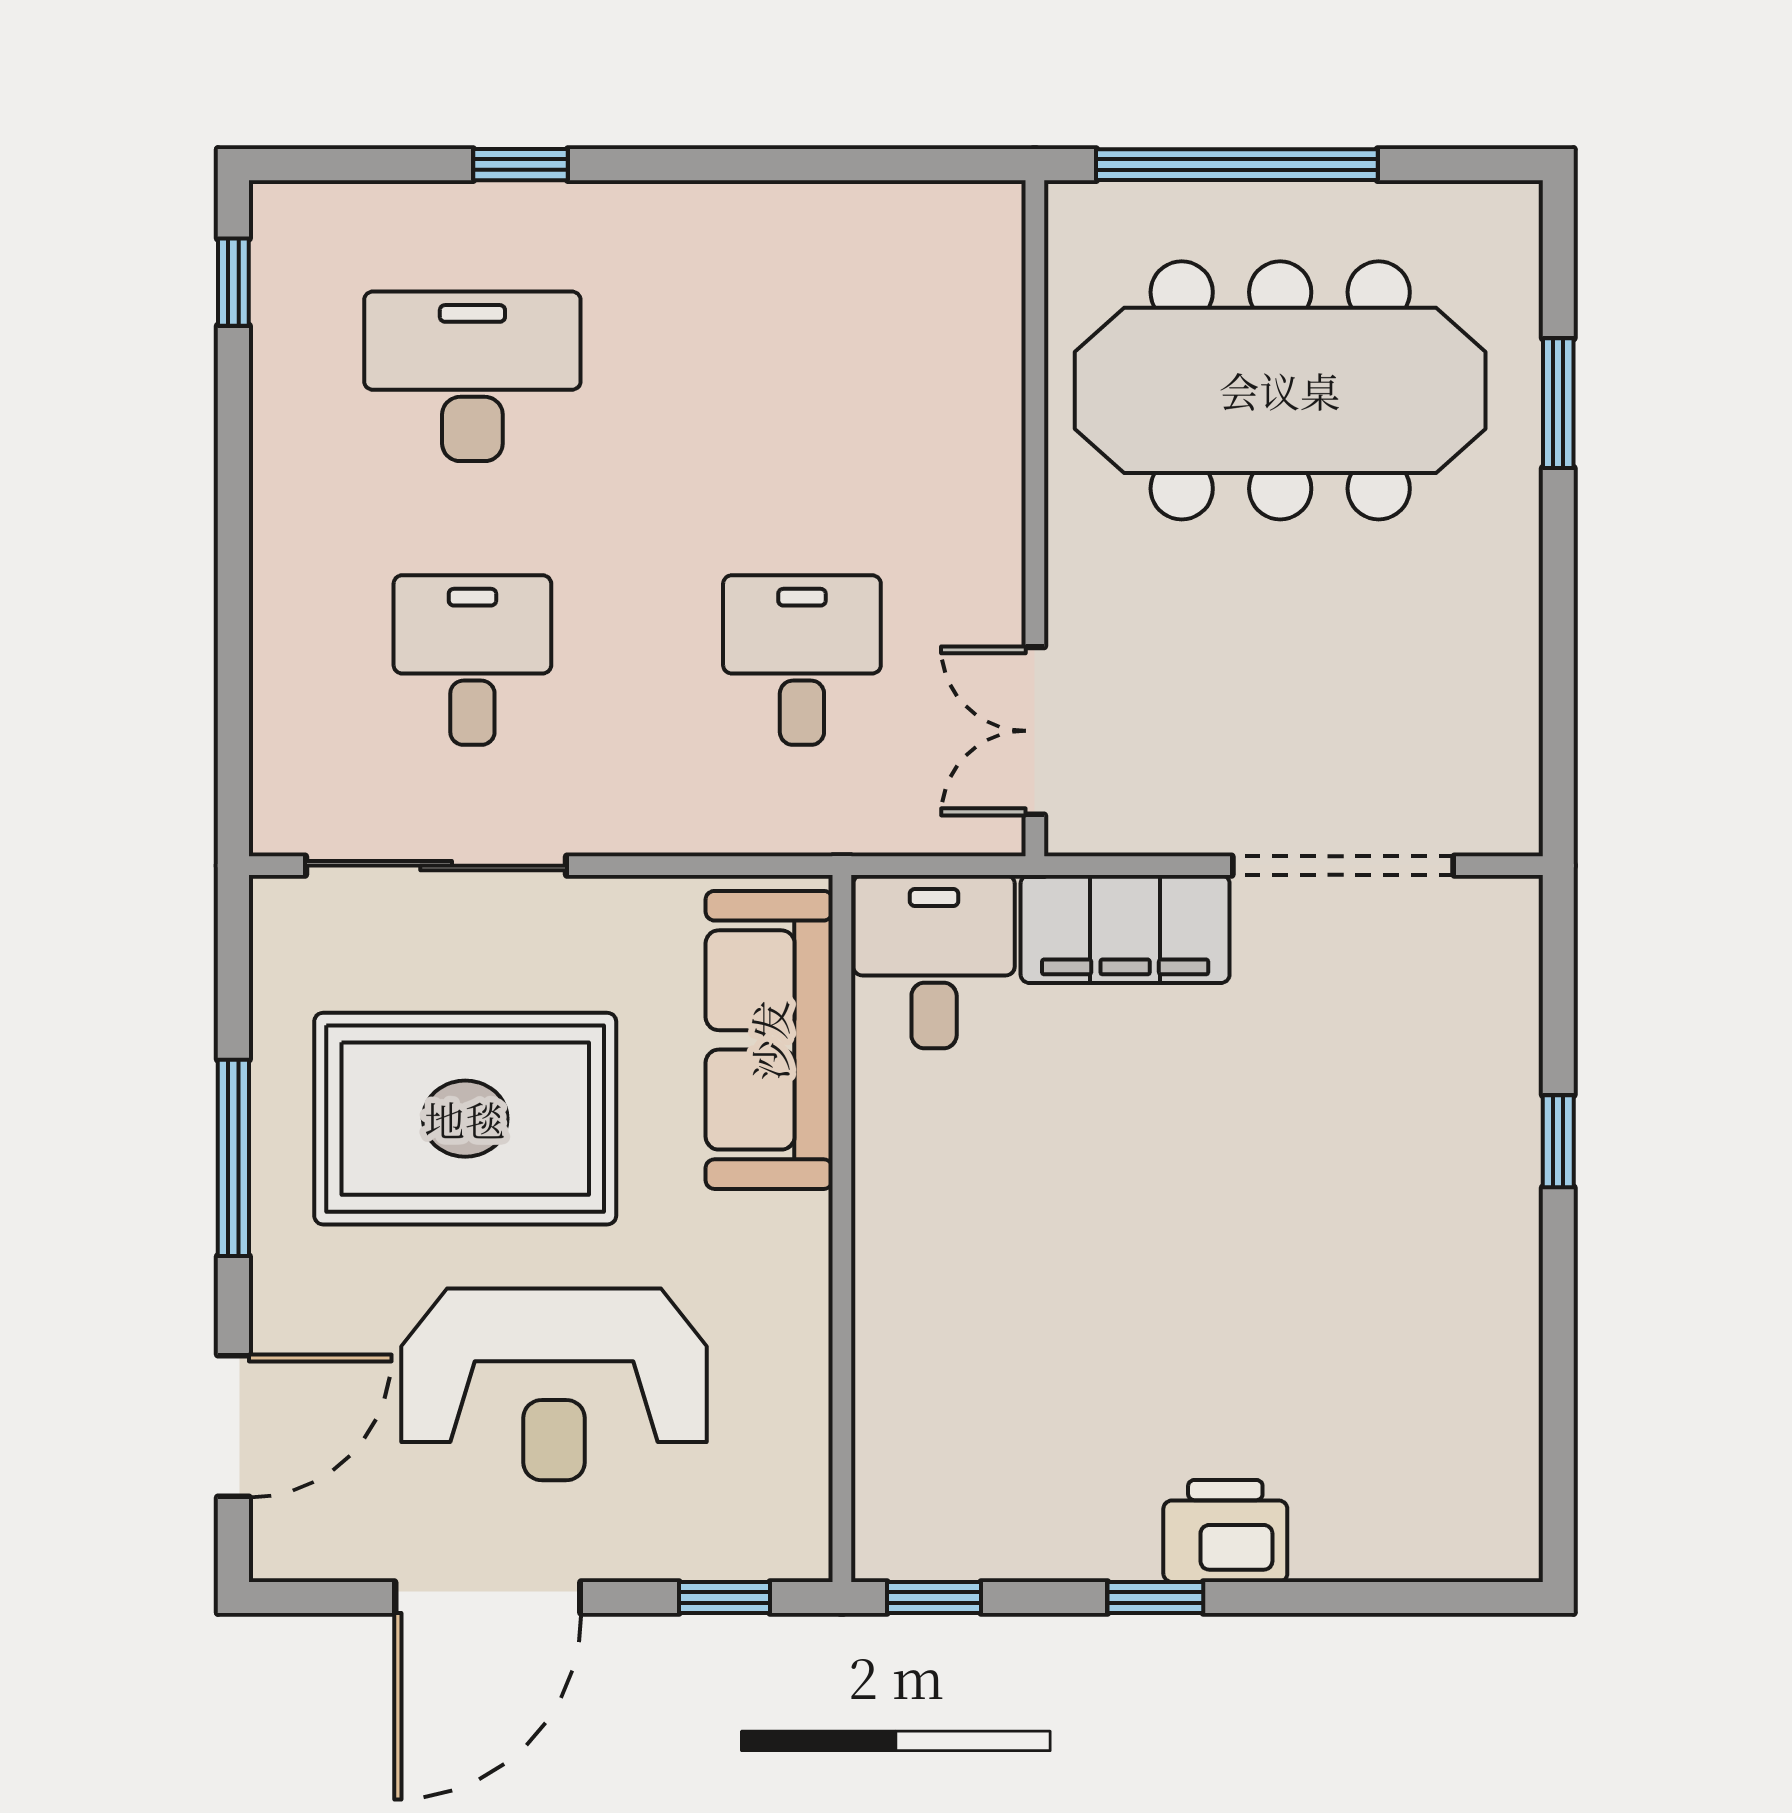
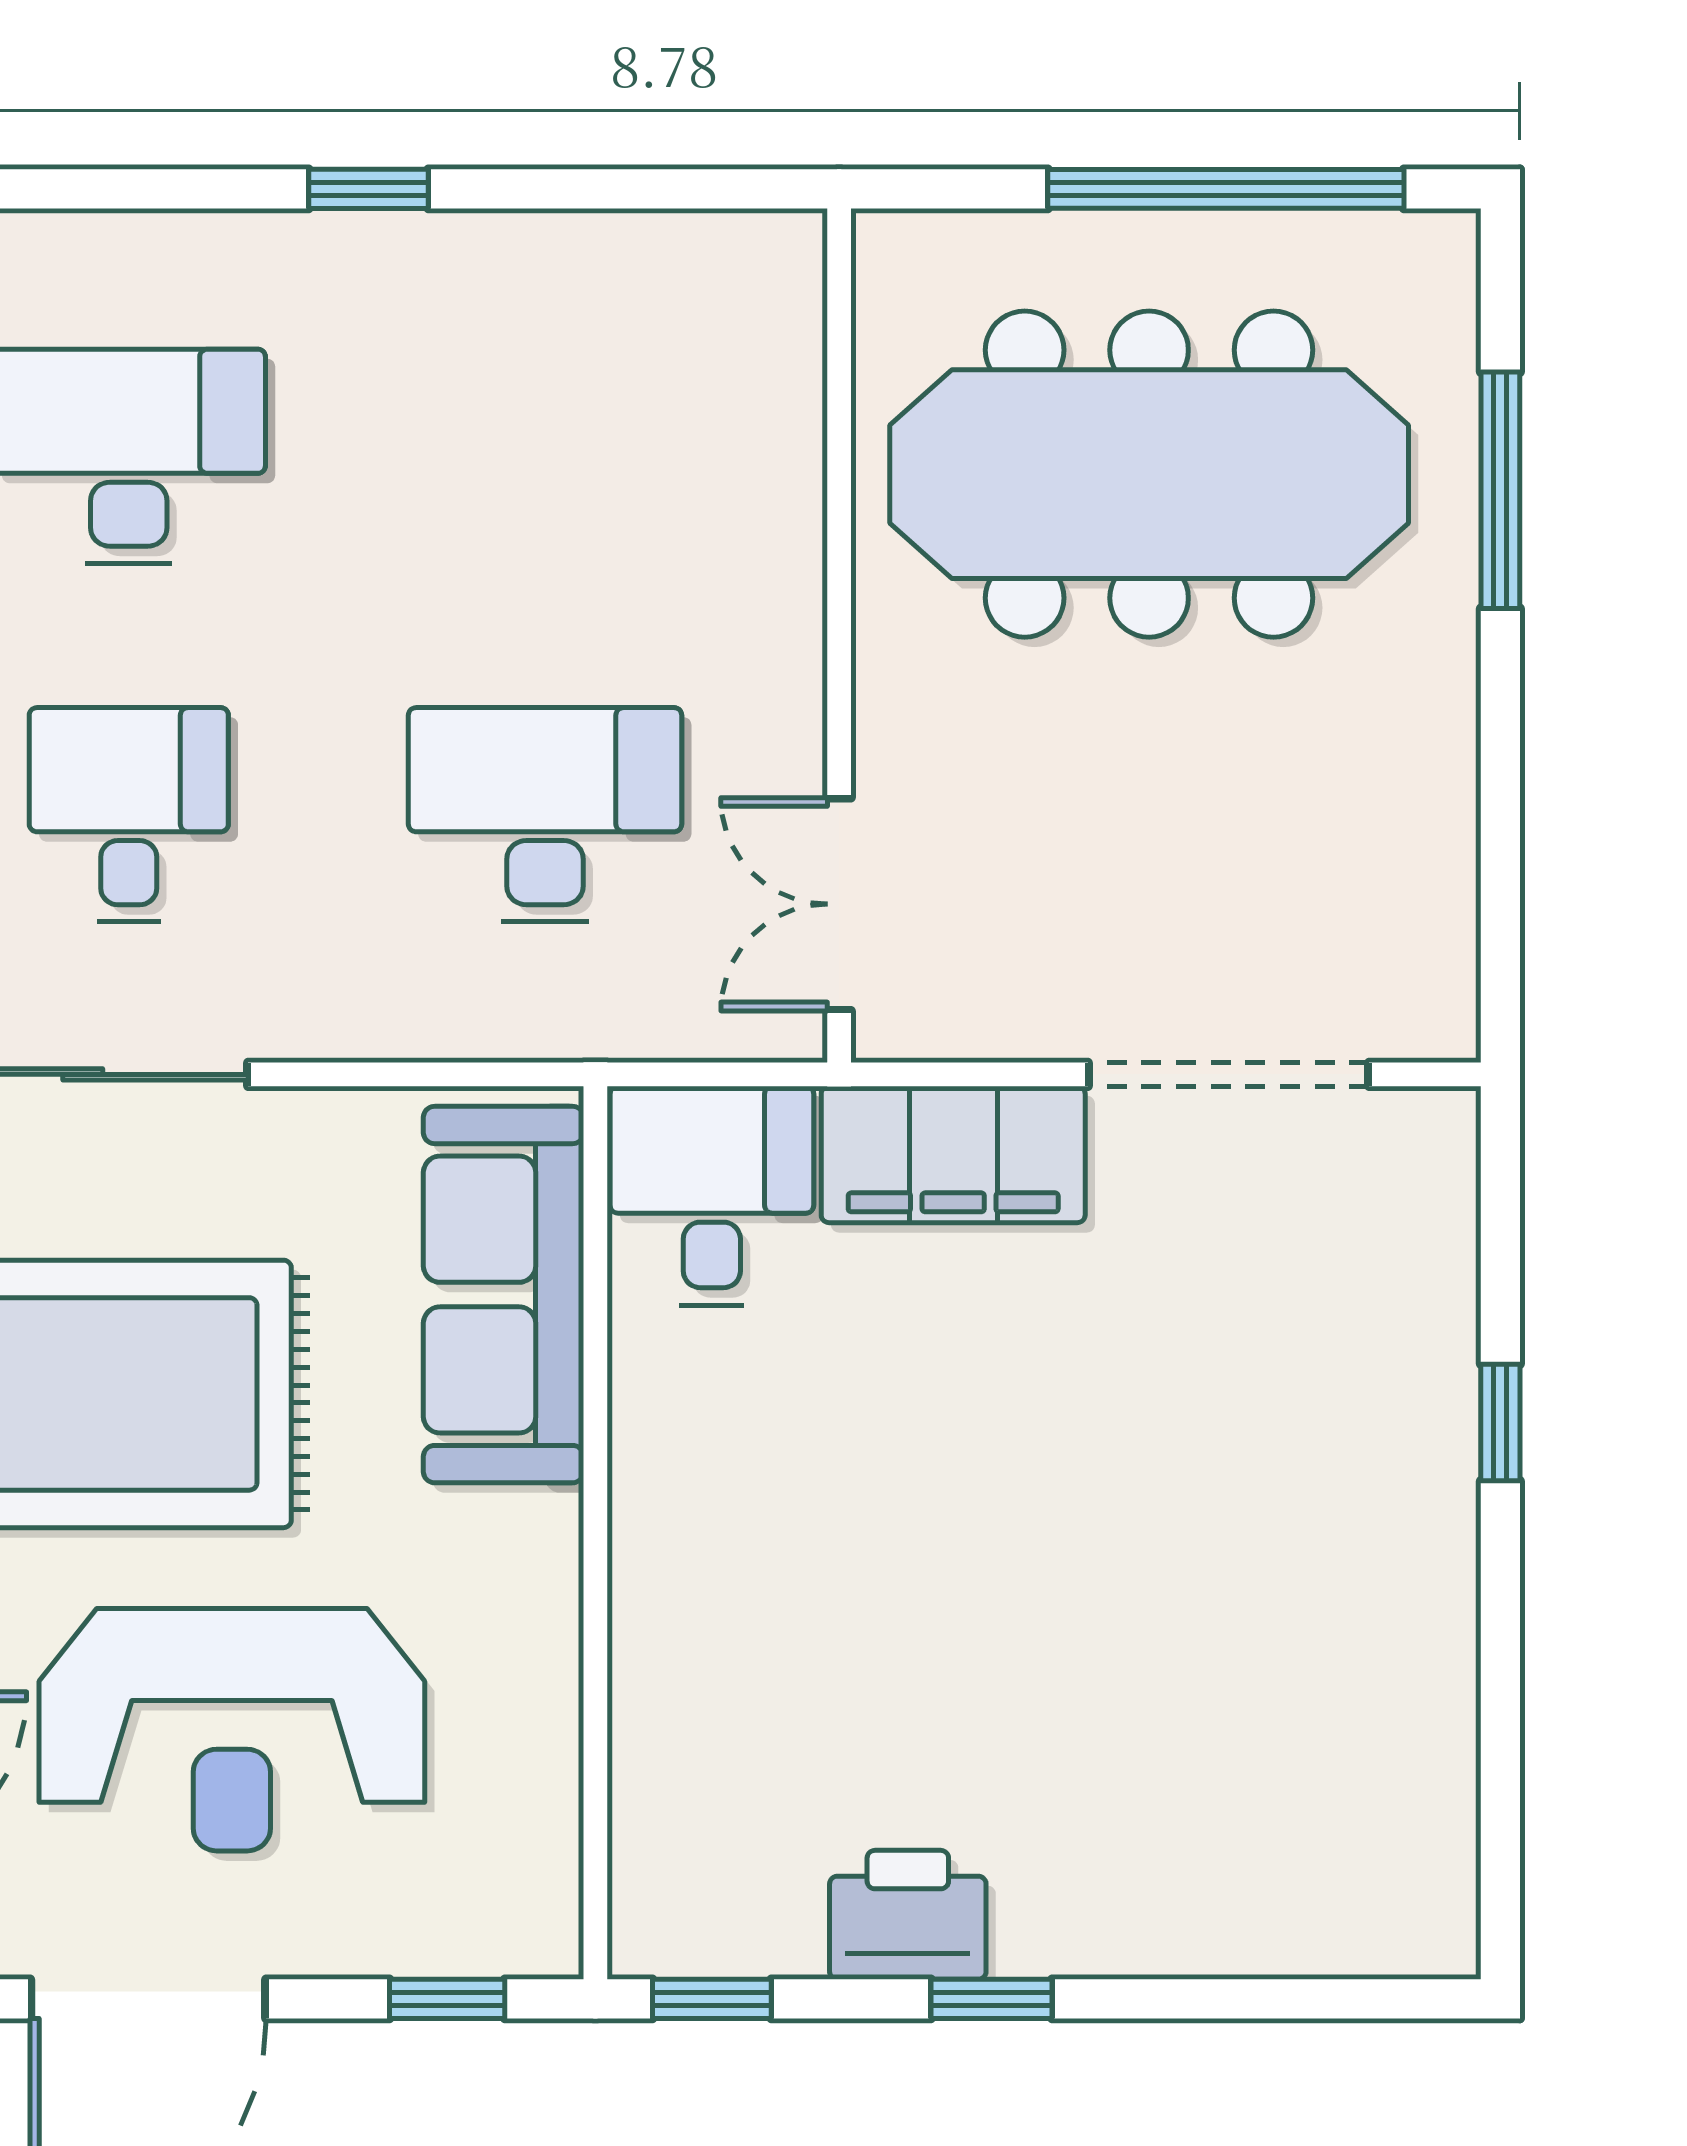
window: (520, 165) -> (368, 189), moved
window: (1237, 165) -> (1226, 189), moved
window: (1558, 403) -> (1500, 490), width x1.44
desk: (802, 660) -> (545, 815), width x1.37
printer: (1225, 1531) -> (908, 1915), moved

